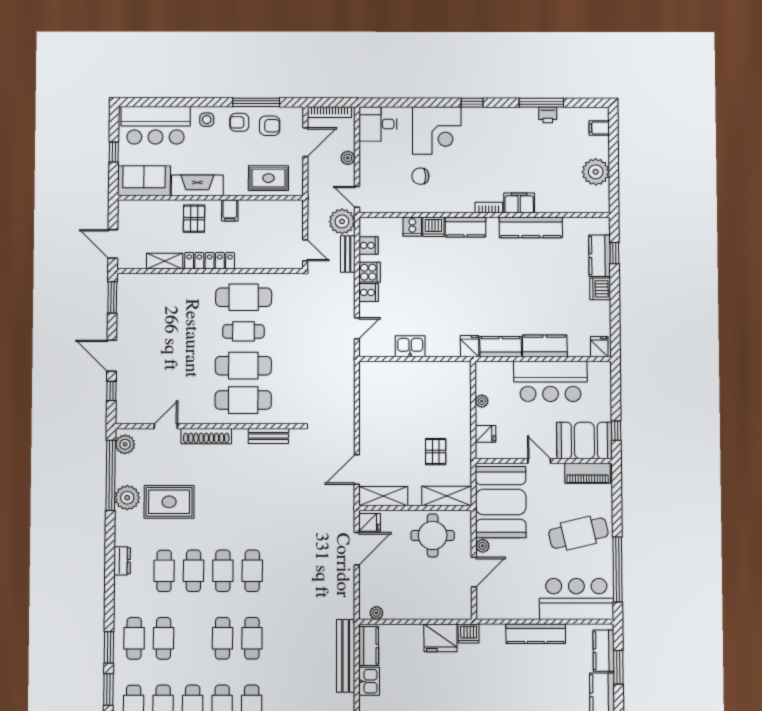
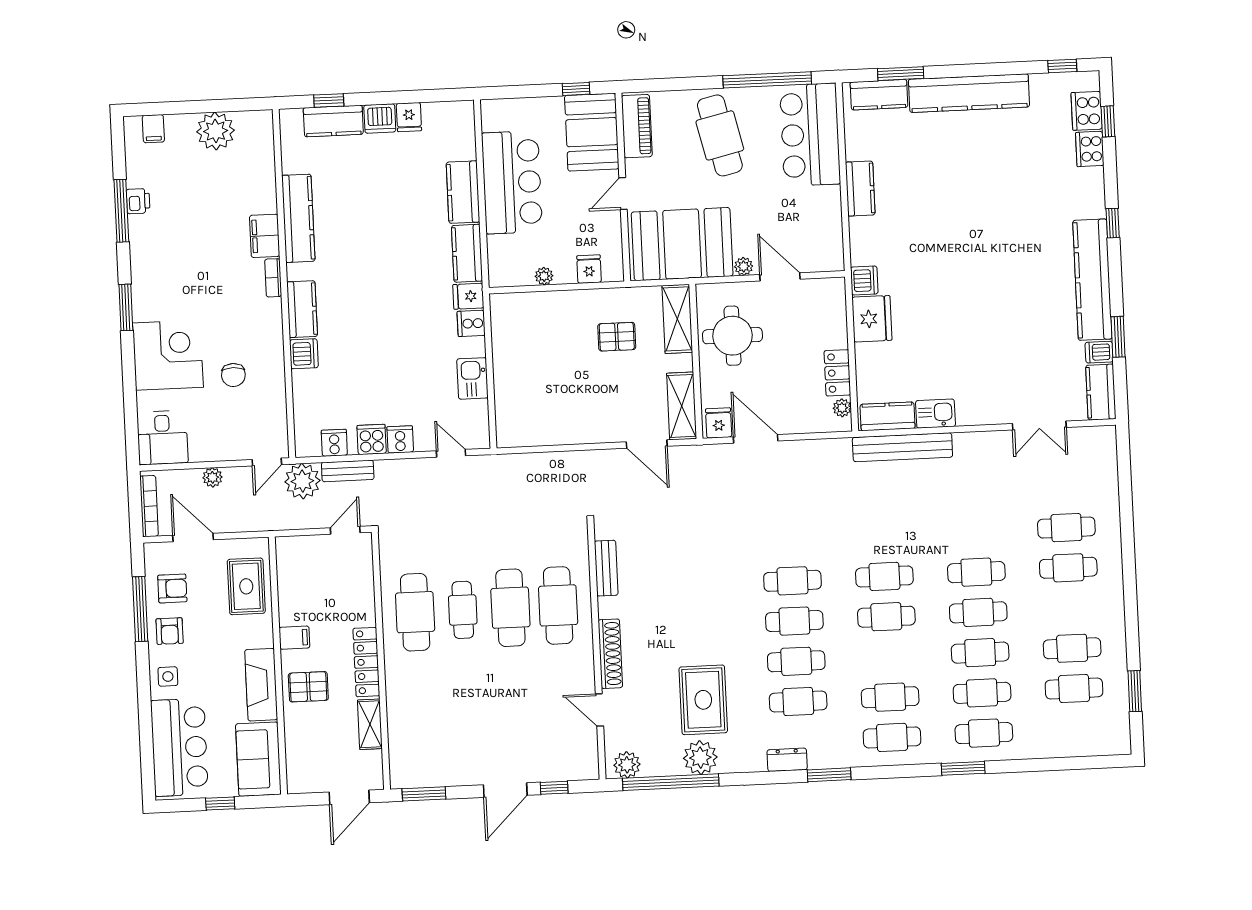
window: (472, 103) -> (126, 307), width x1.50
armchair: (270, 126) -> (172, 588), turned 90
cooker: (412, 227) -> (471, 323), moved, turned 180
fridge: (599, 347) -> (409, 117), moved, turned -90
locker: (402, 611) -> (837, 373), added
kitchen counter: (536, 634) -> (860, 189), width x0.67
window: (109, 647) -> (829, 775), moved

